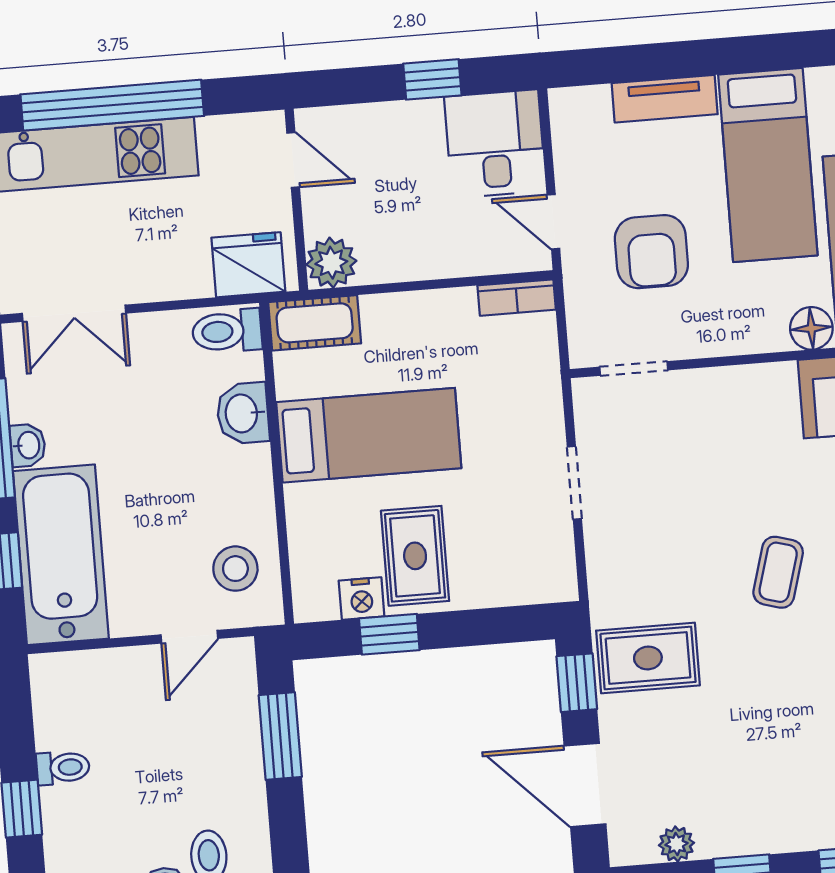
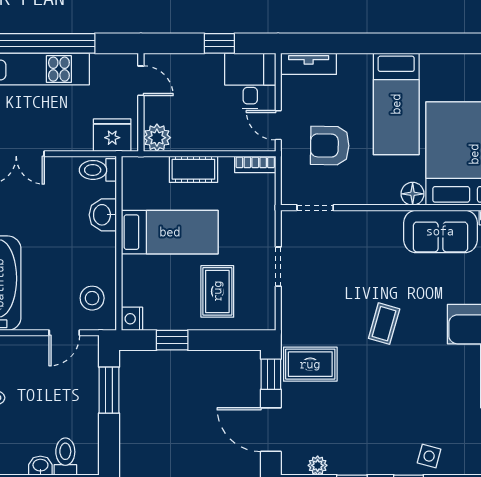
tv unit: (665, 99) -> (309, 64), moved
armchair: (651, 252) -> (330, 146), turned 91
cot: (315, 323) -> (193, 169), moved
rug: (415, 556) -> (217, 291), moved
nightstand: (362, 599) -> (132, 319), moved, turned 90

